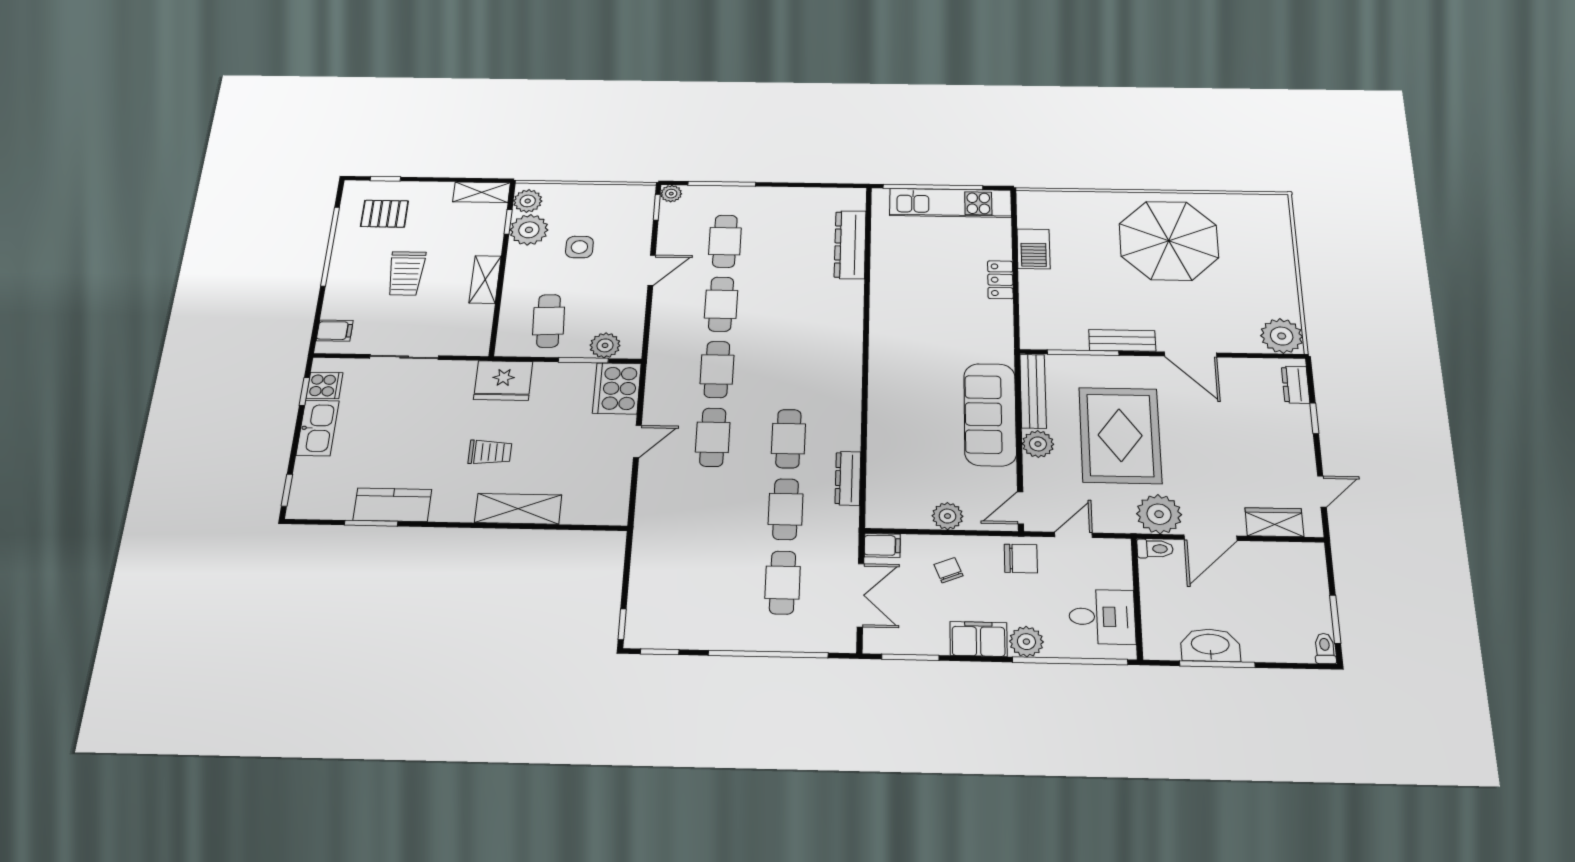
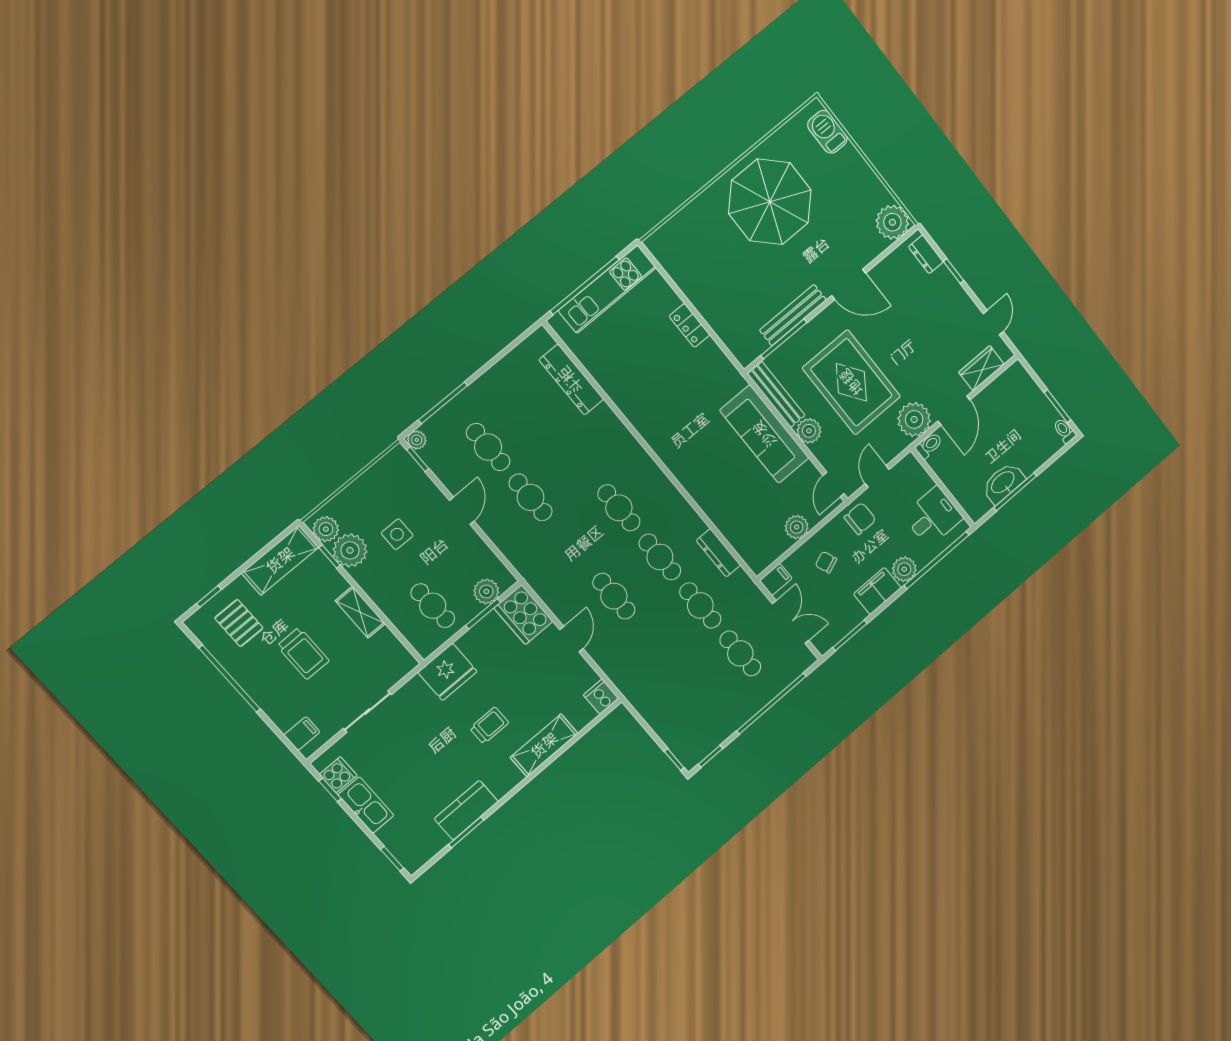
shelving: (482, 192) -> (280, 560), width x1.50, depth x1.33
pallet: (385, 214) -> (239, 623), turned 90
barbecue: (1034, 249) -> (827, 132), moved, turned 180
bench: (1122, 340) -> (793, 315), width x1.36
cafe table: (717, 369) -> (619, 508), moved
cooker: (613, 511) -> (601, 697), added

